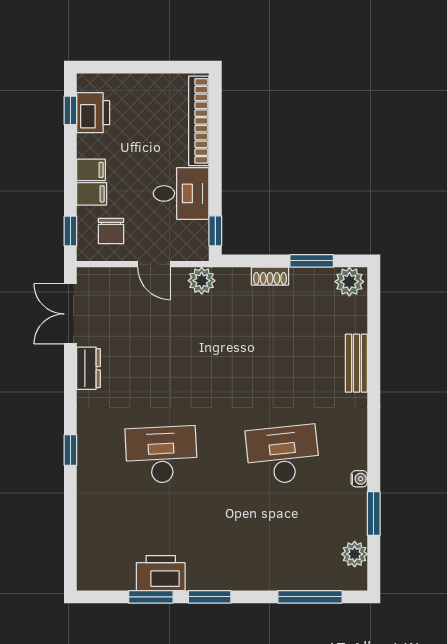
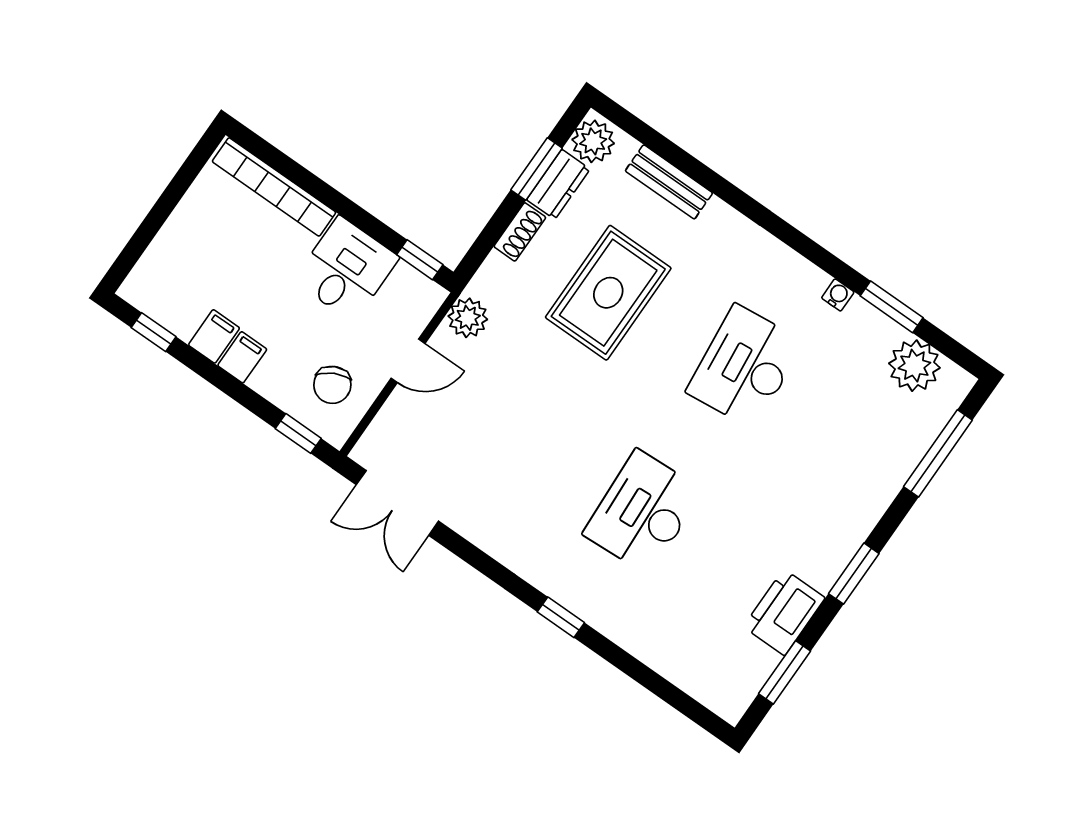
printer: (93, 113) -> (175, 307), removed
filing cabinet: (92, 194) -> (214, 336), moved
chair: (111, 231) -> (332, 385), turned 63
rug: (271, 349) -> (608, 293), added
bench: (356, 363) -> (669, 182), moved
dresser: (89, 368) -> (558, 184), moved, turned 90
plant: (355, 554) -> (914, 366), width x1.36, depth x1.36
window: (151, 597) -> (785, 672), moved

